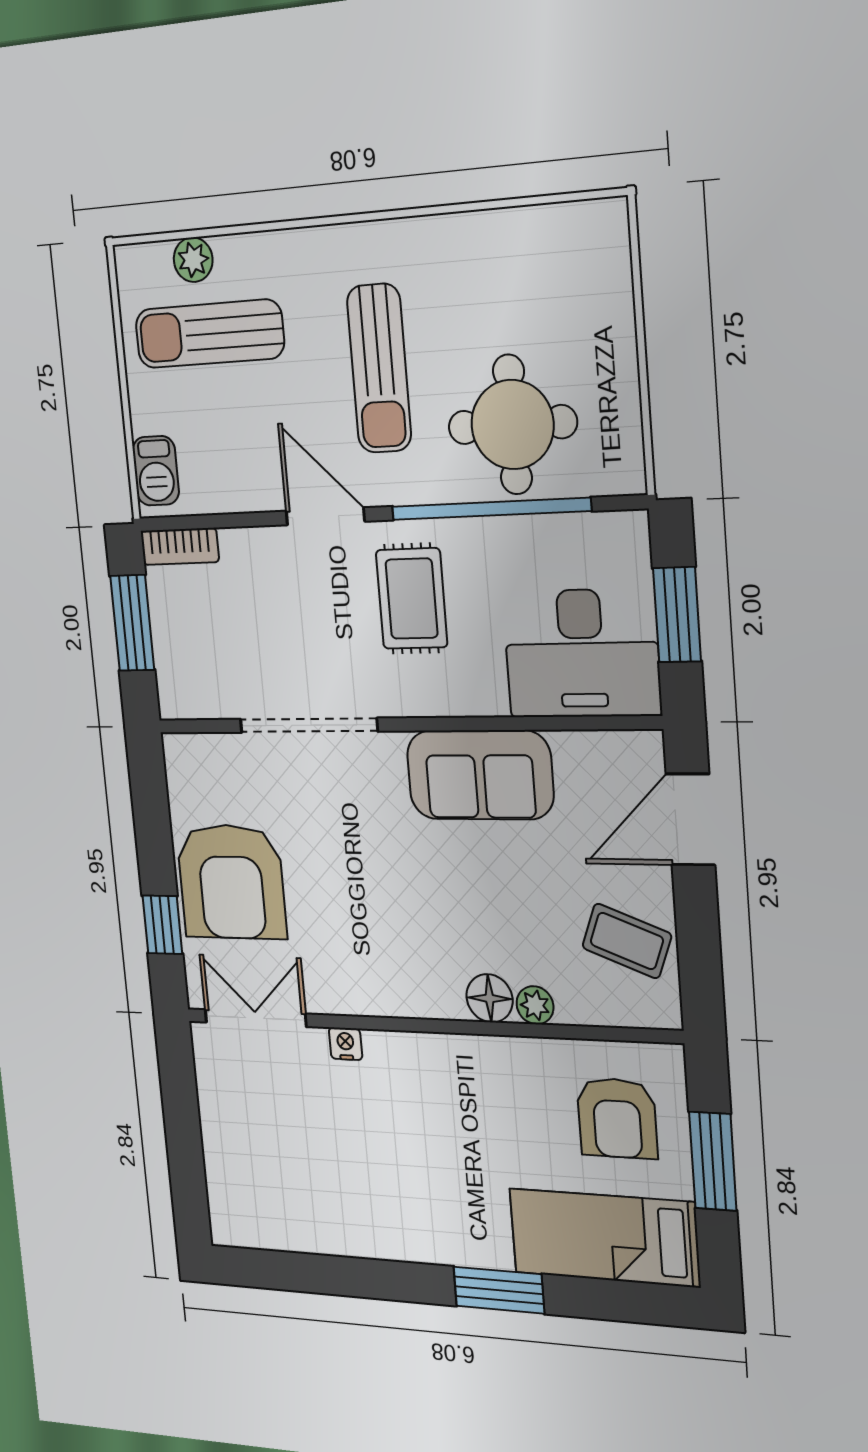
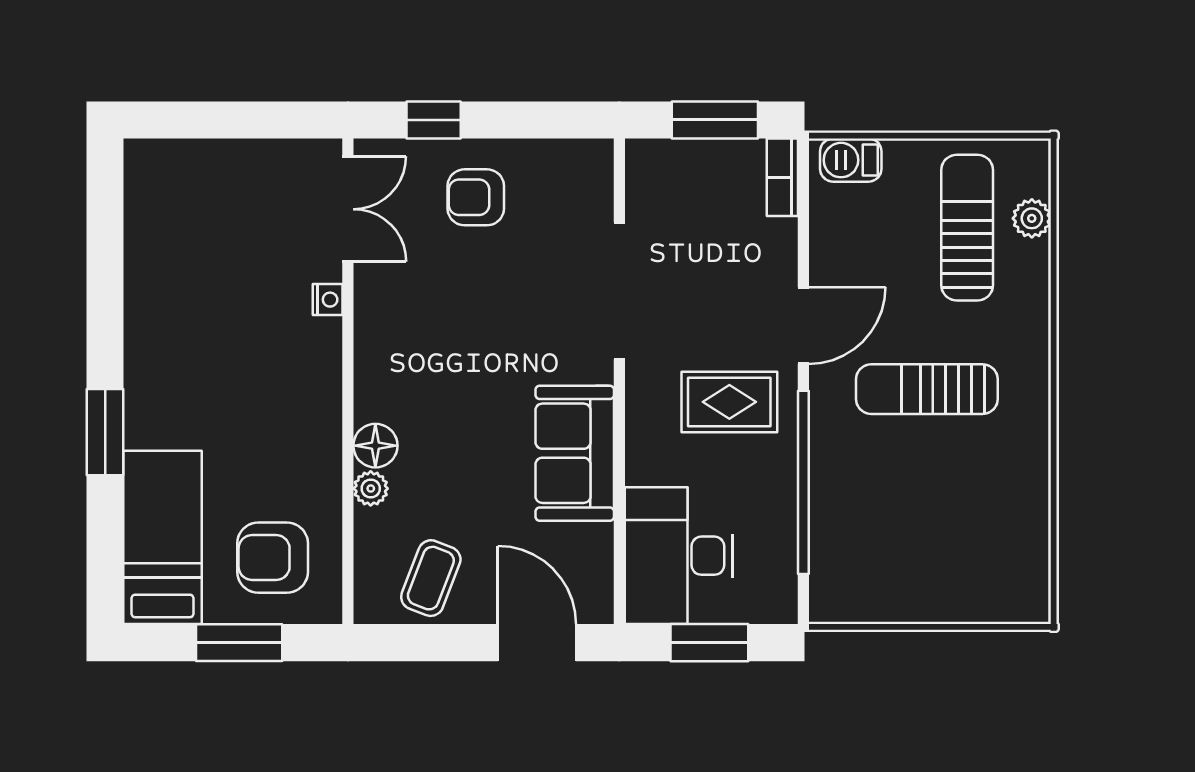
round table: (512, 425) -> (873, 508), removed
armchair: (231, 882) -> (476, 197), width x0.53, depth x0.53

